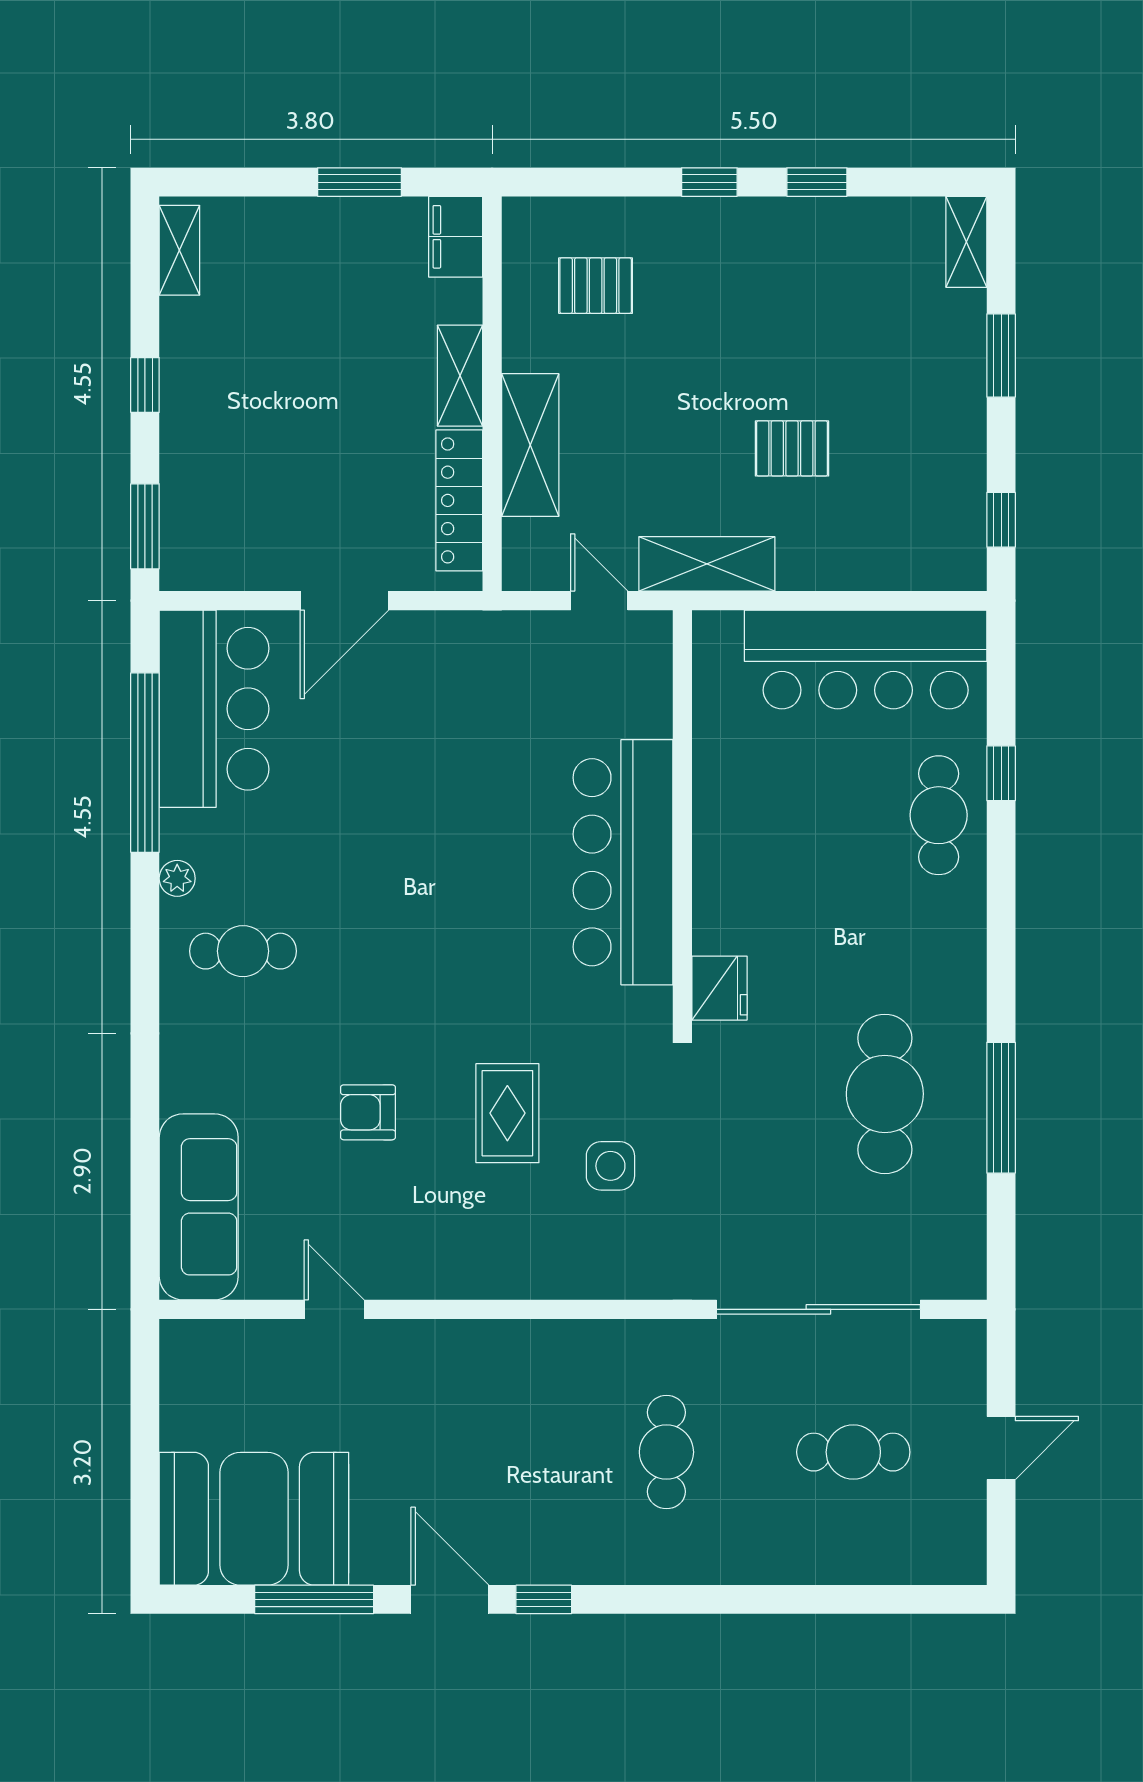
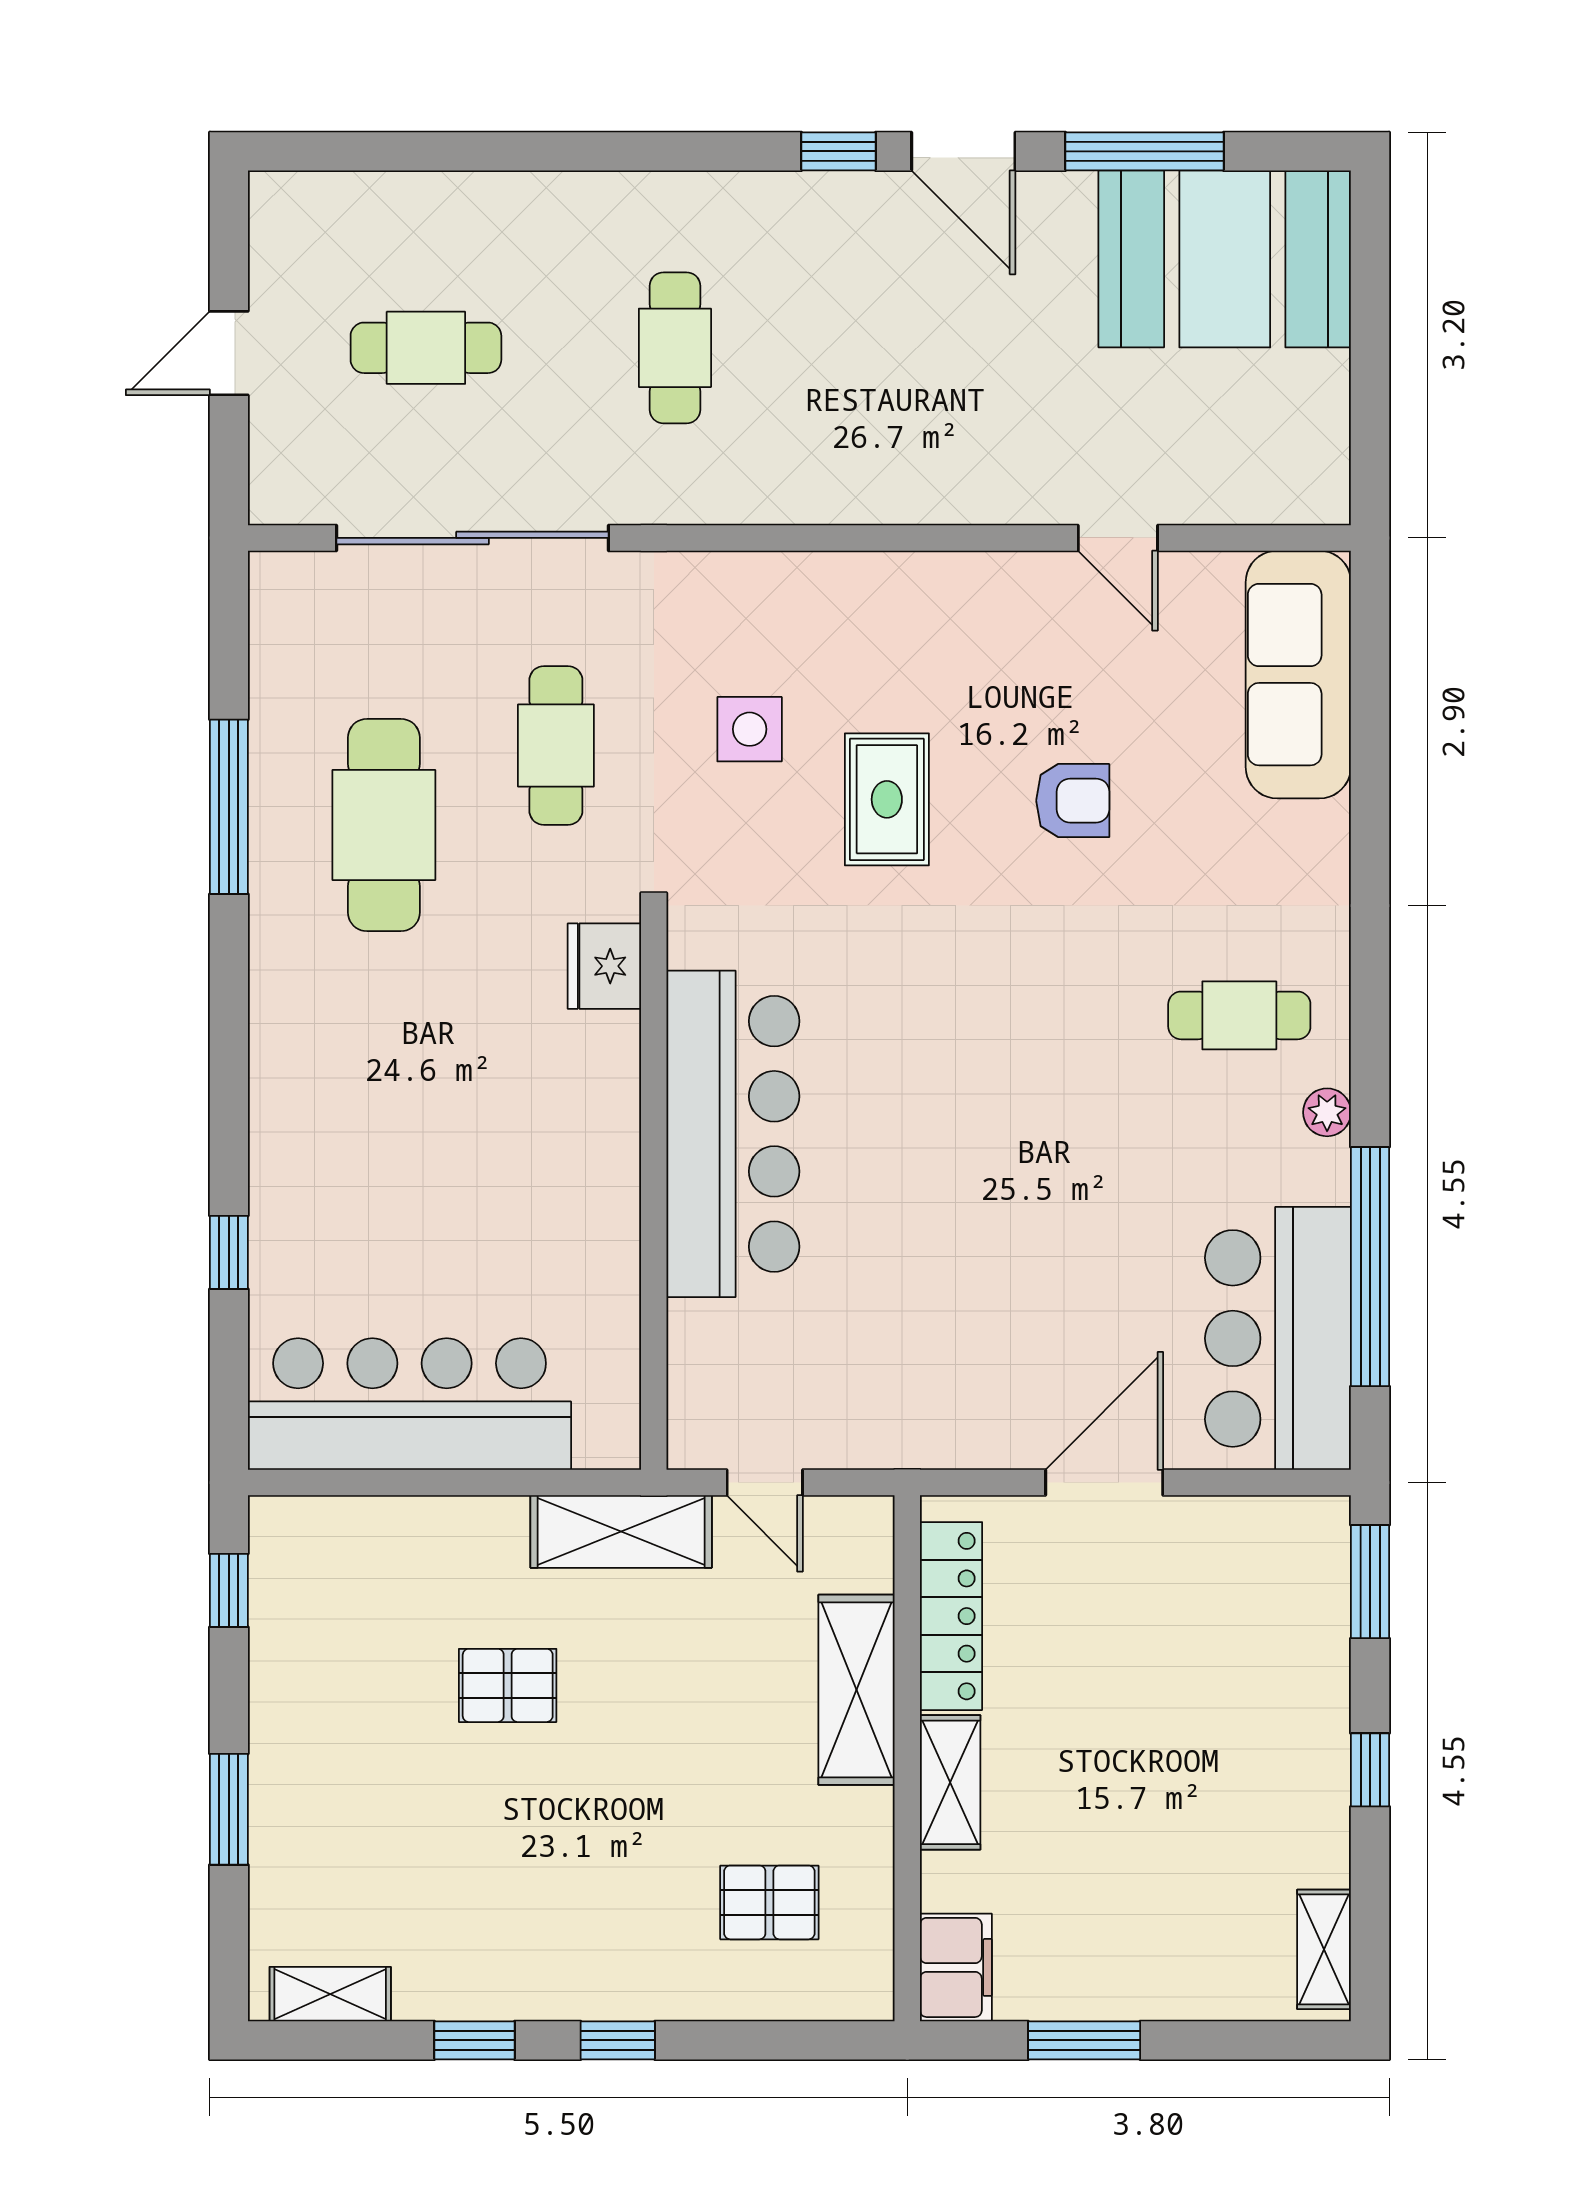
shelving: (966, 242) -> (330, 1994), moved, turned 90
cafe table: (939, 815) -> (556, 746), moved

